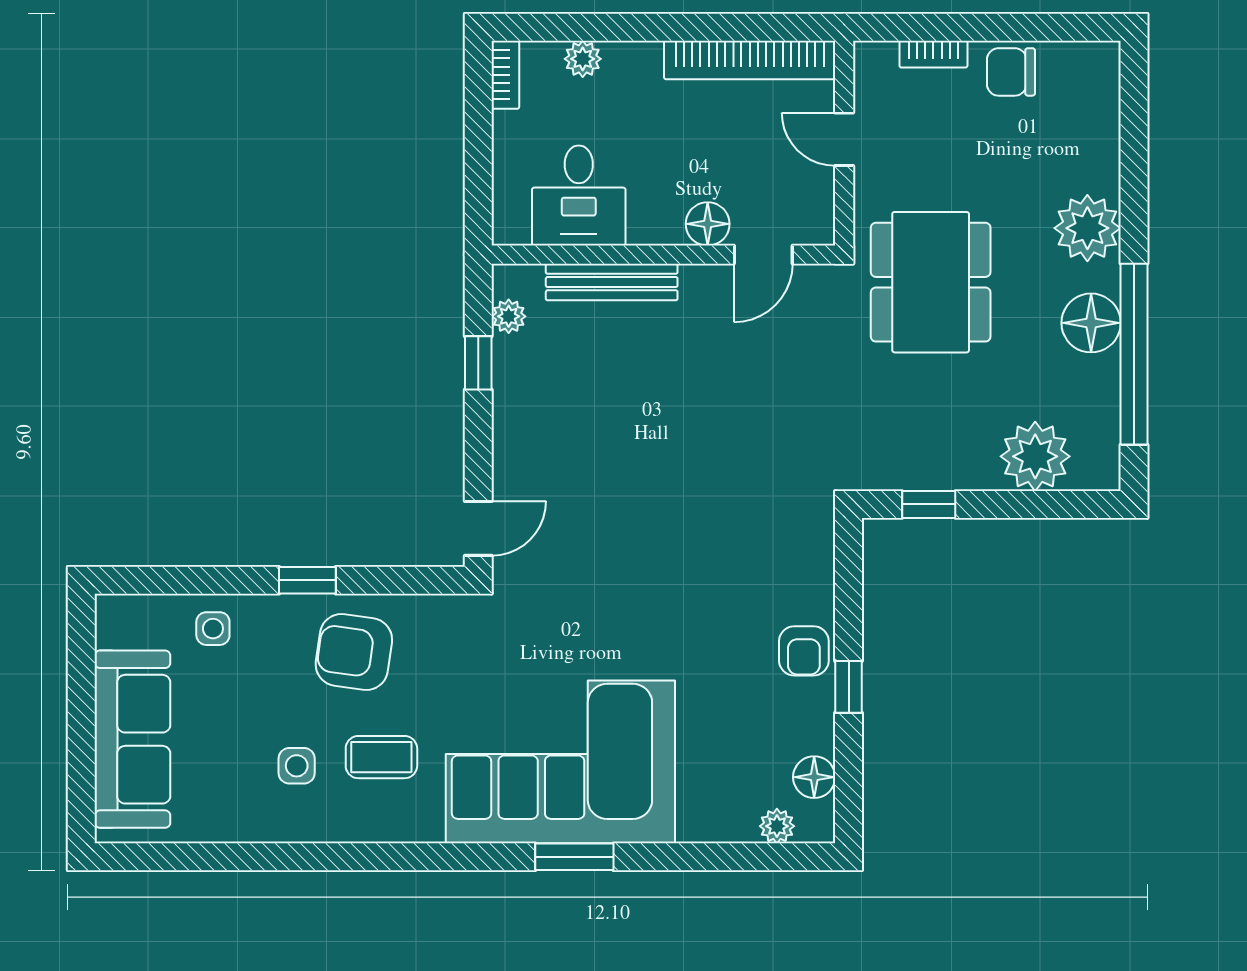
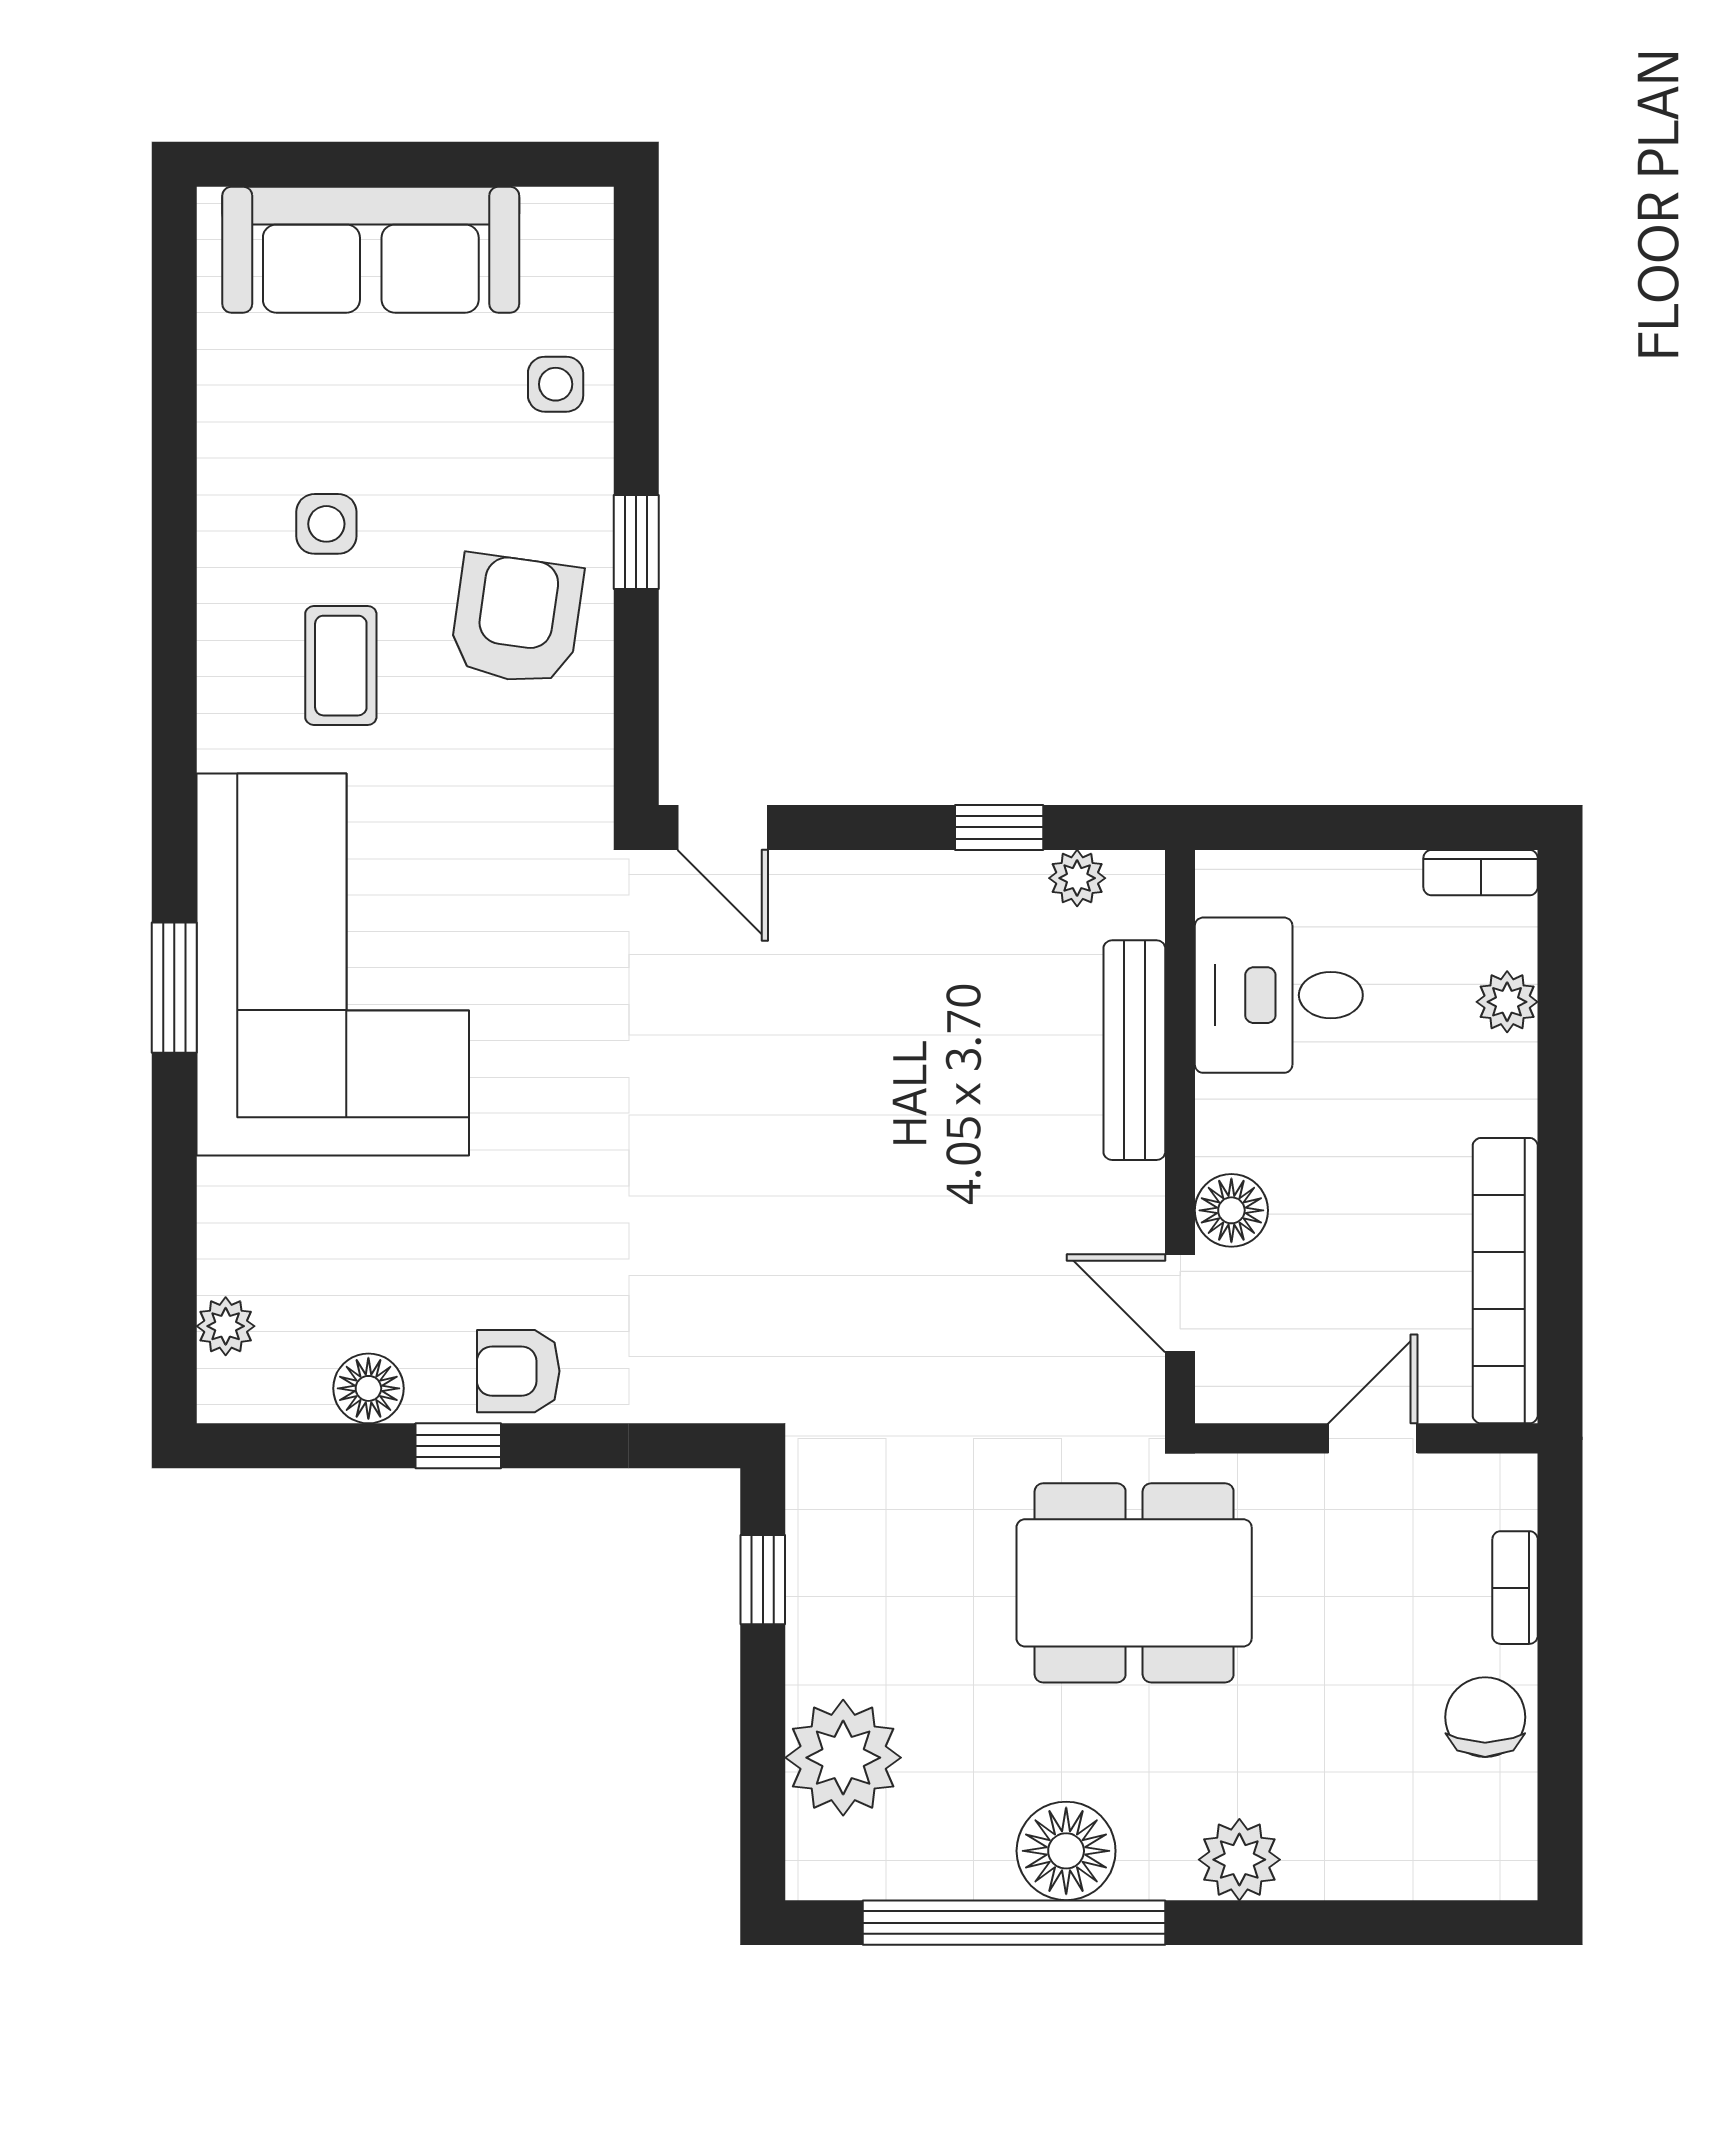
plant: (1087, 228) -> (1239, 1860), width x0.73, depth x0.73
floor lamp: (814, 777) -> (368, 1388), moved

